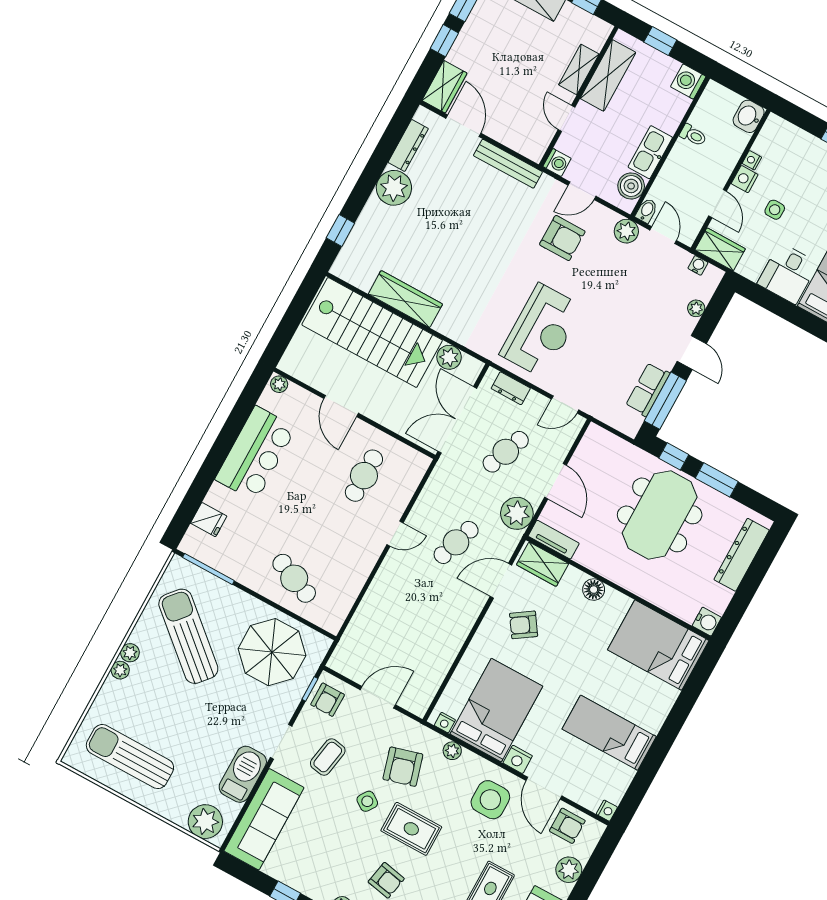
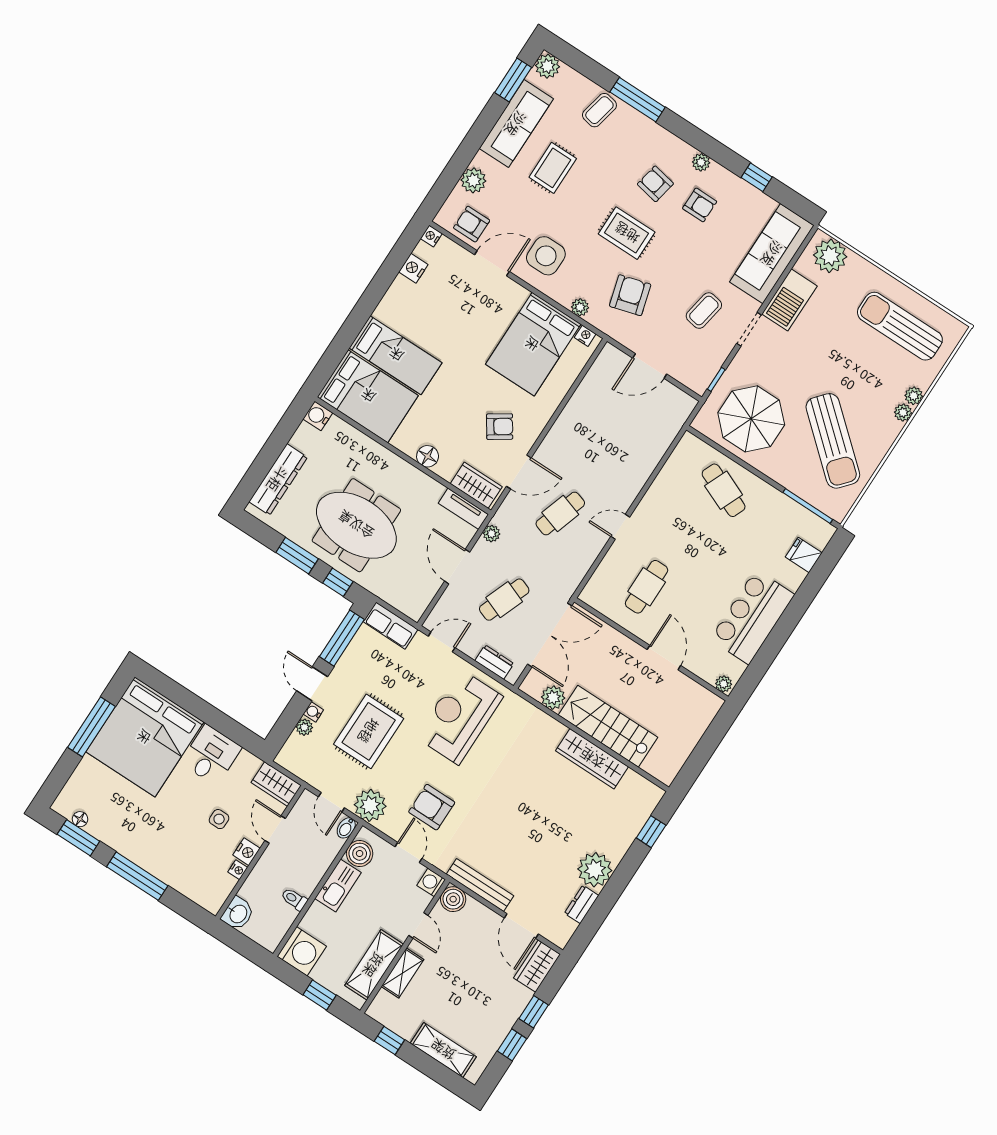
washing machine: (688, 82) -> (302, 951), width x1.37, depth x1.37
dresser: (408, 145) -> (582, 904), width x0.70
boiler: (534, 147) -> (453, 899), added
door: (582, 191) -> (409, 853), hinge flipped
plant: (626, 231) -> (370, 805), width x1.36, depth x1.36
water cooler: (698, 265) -> (313, 712), moved, turned 90
rug: (631, 309) -> (369, 731), added
stairs: (372, 332) -> (608, 726), width x0.73, depth x0.66
row of seats: (648, 389) -> (391, 626), moved, turned 90
plant: (517, 513) -> (491, 534), width x0.53, depth x0.53
meeting table: (660, 515) -> (356, 525), turned 90
plant: (130, 653) -> (914, 396), moved
armchair: (328, 700) -> (700, 205), moved, turned 90
bed: (609, 733) -> (396, 355), moved
sun lounger: (130, 757) -> (900, 326), turned 180
nightstand: (518, 759) -> (413, 268), moved, turned -90
door: (544, 788) -> (492, 263), hinge flipped
side table: (367, 801) -> (668, 264), removed

